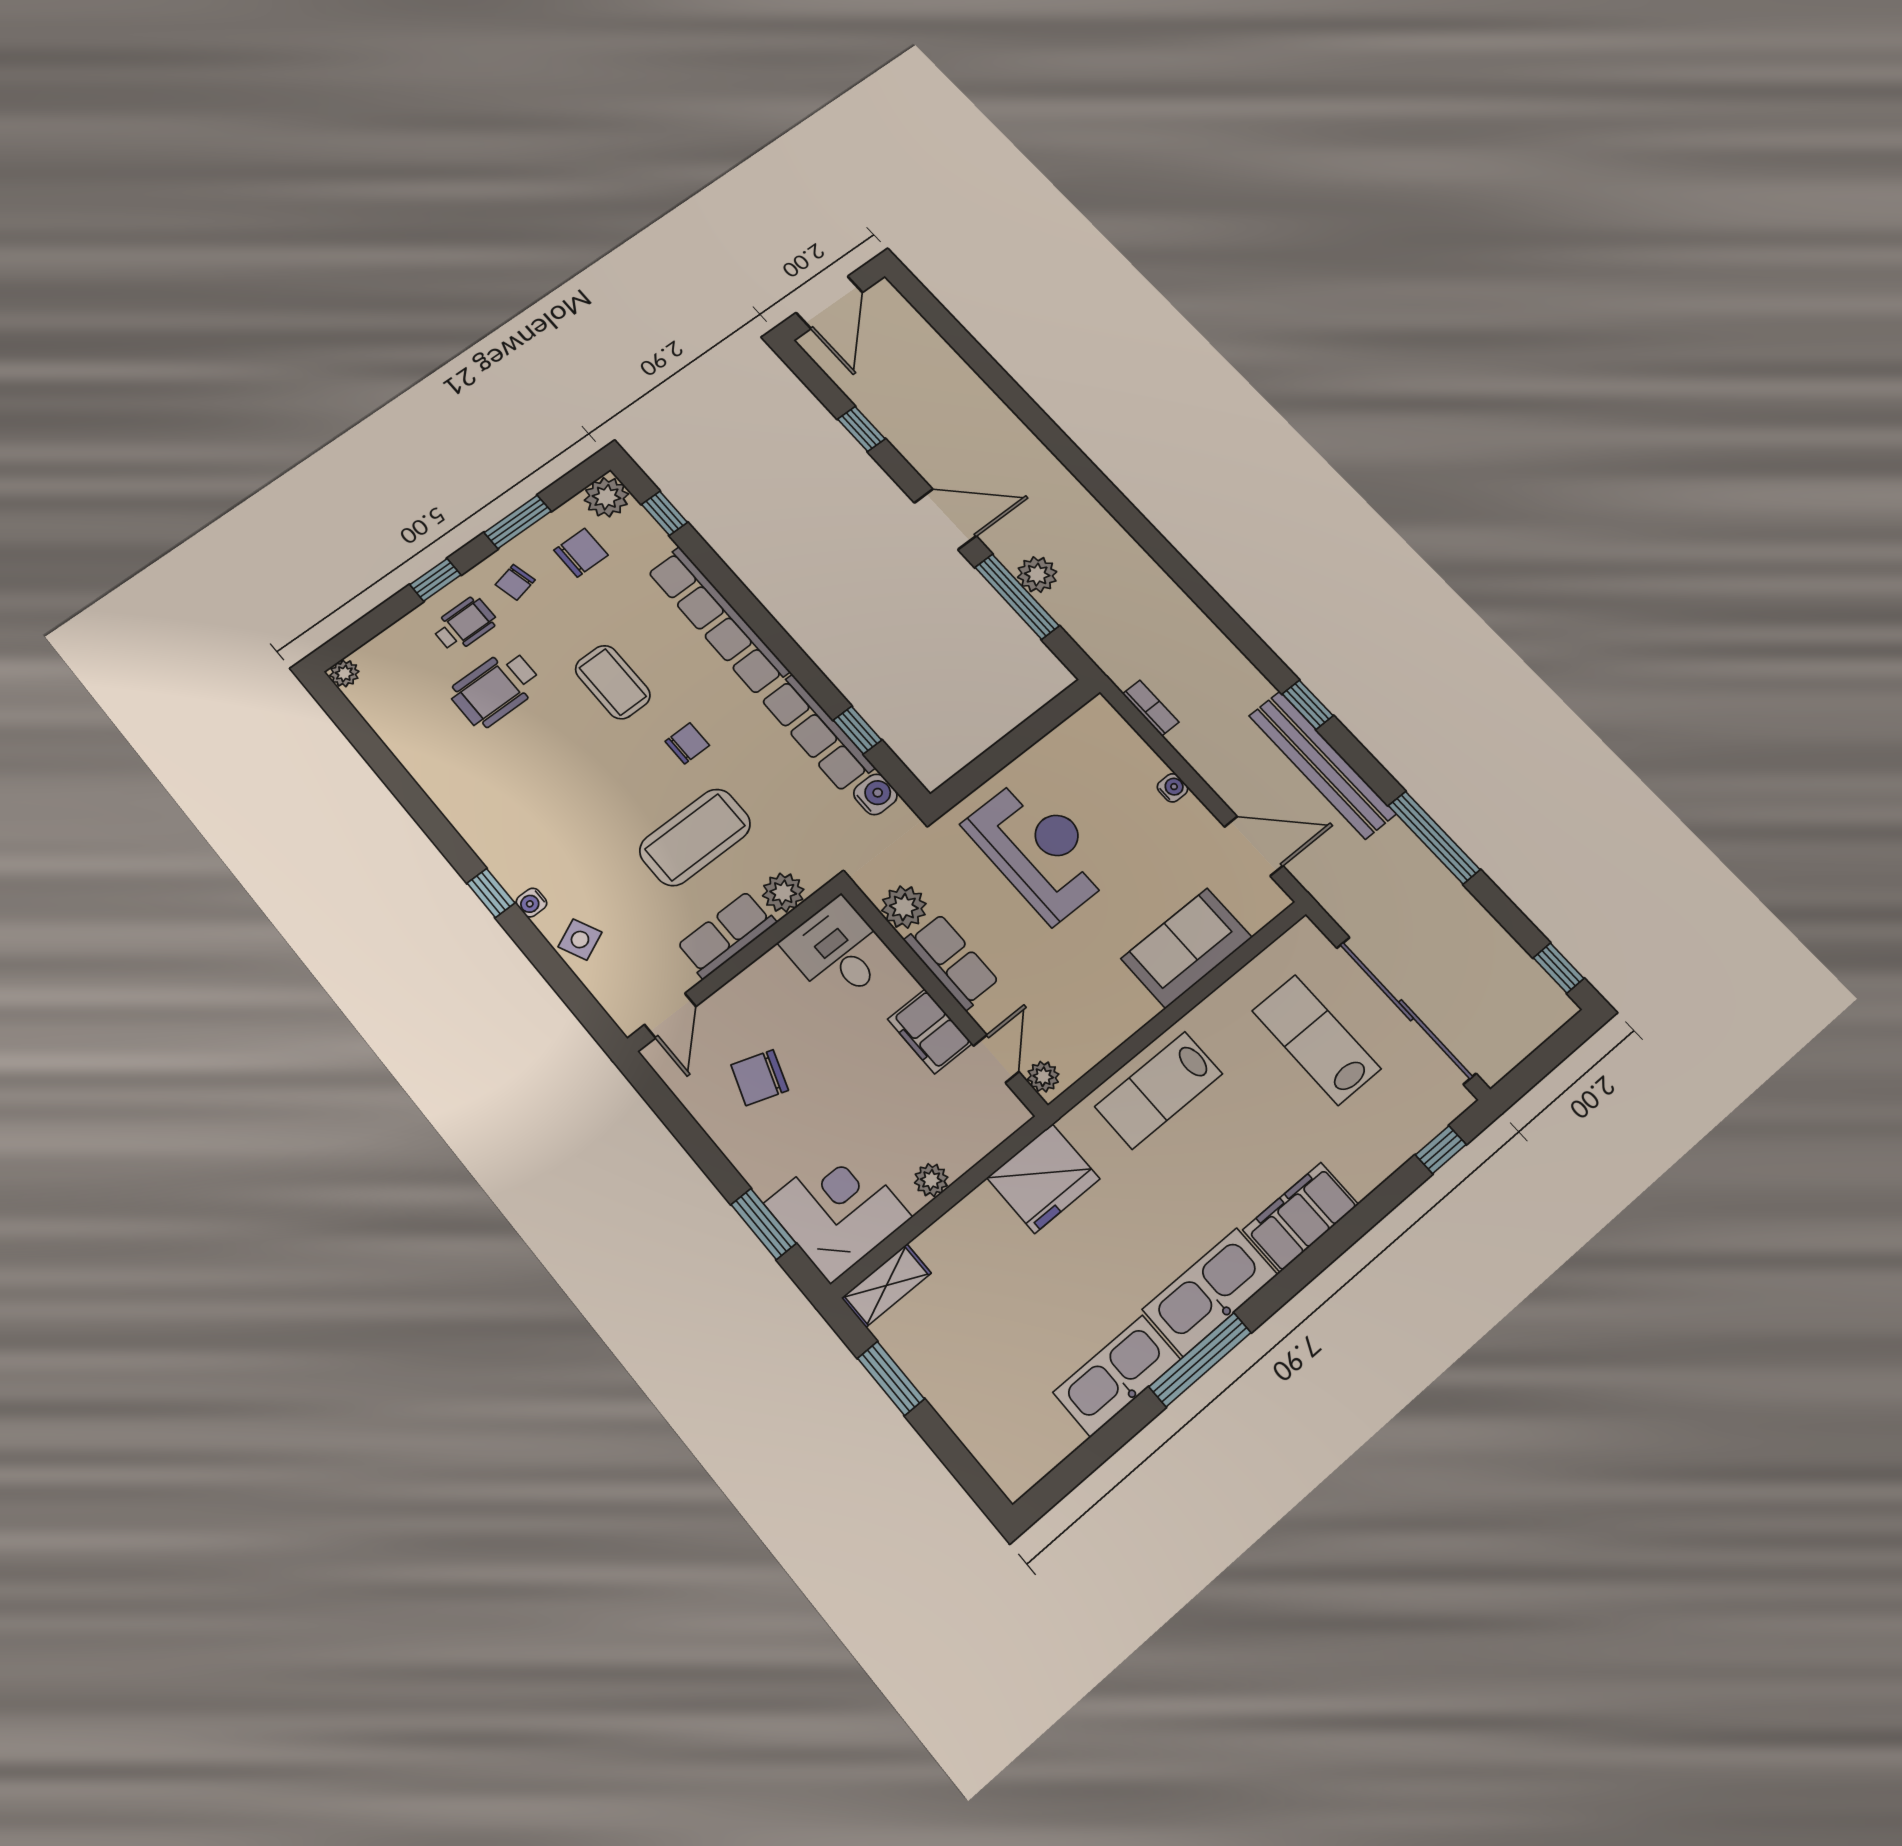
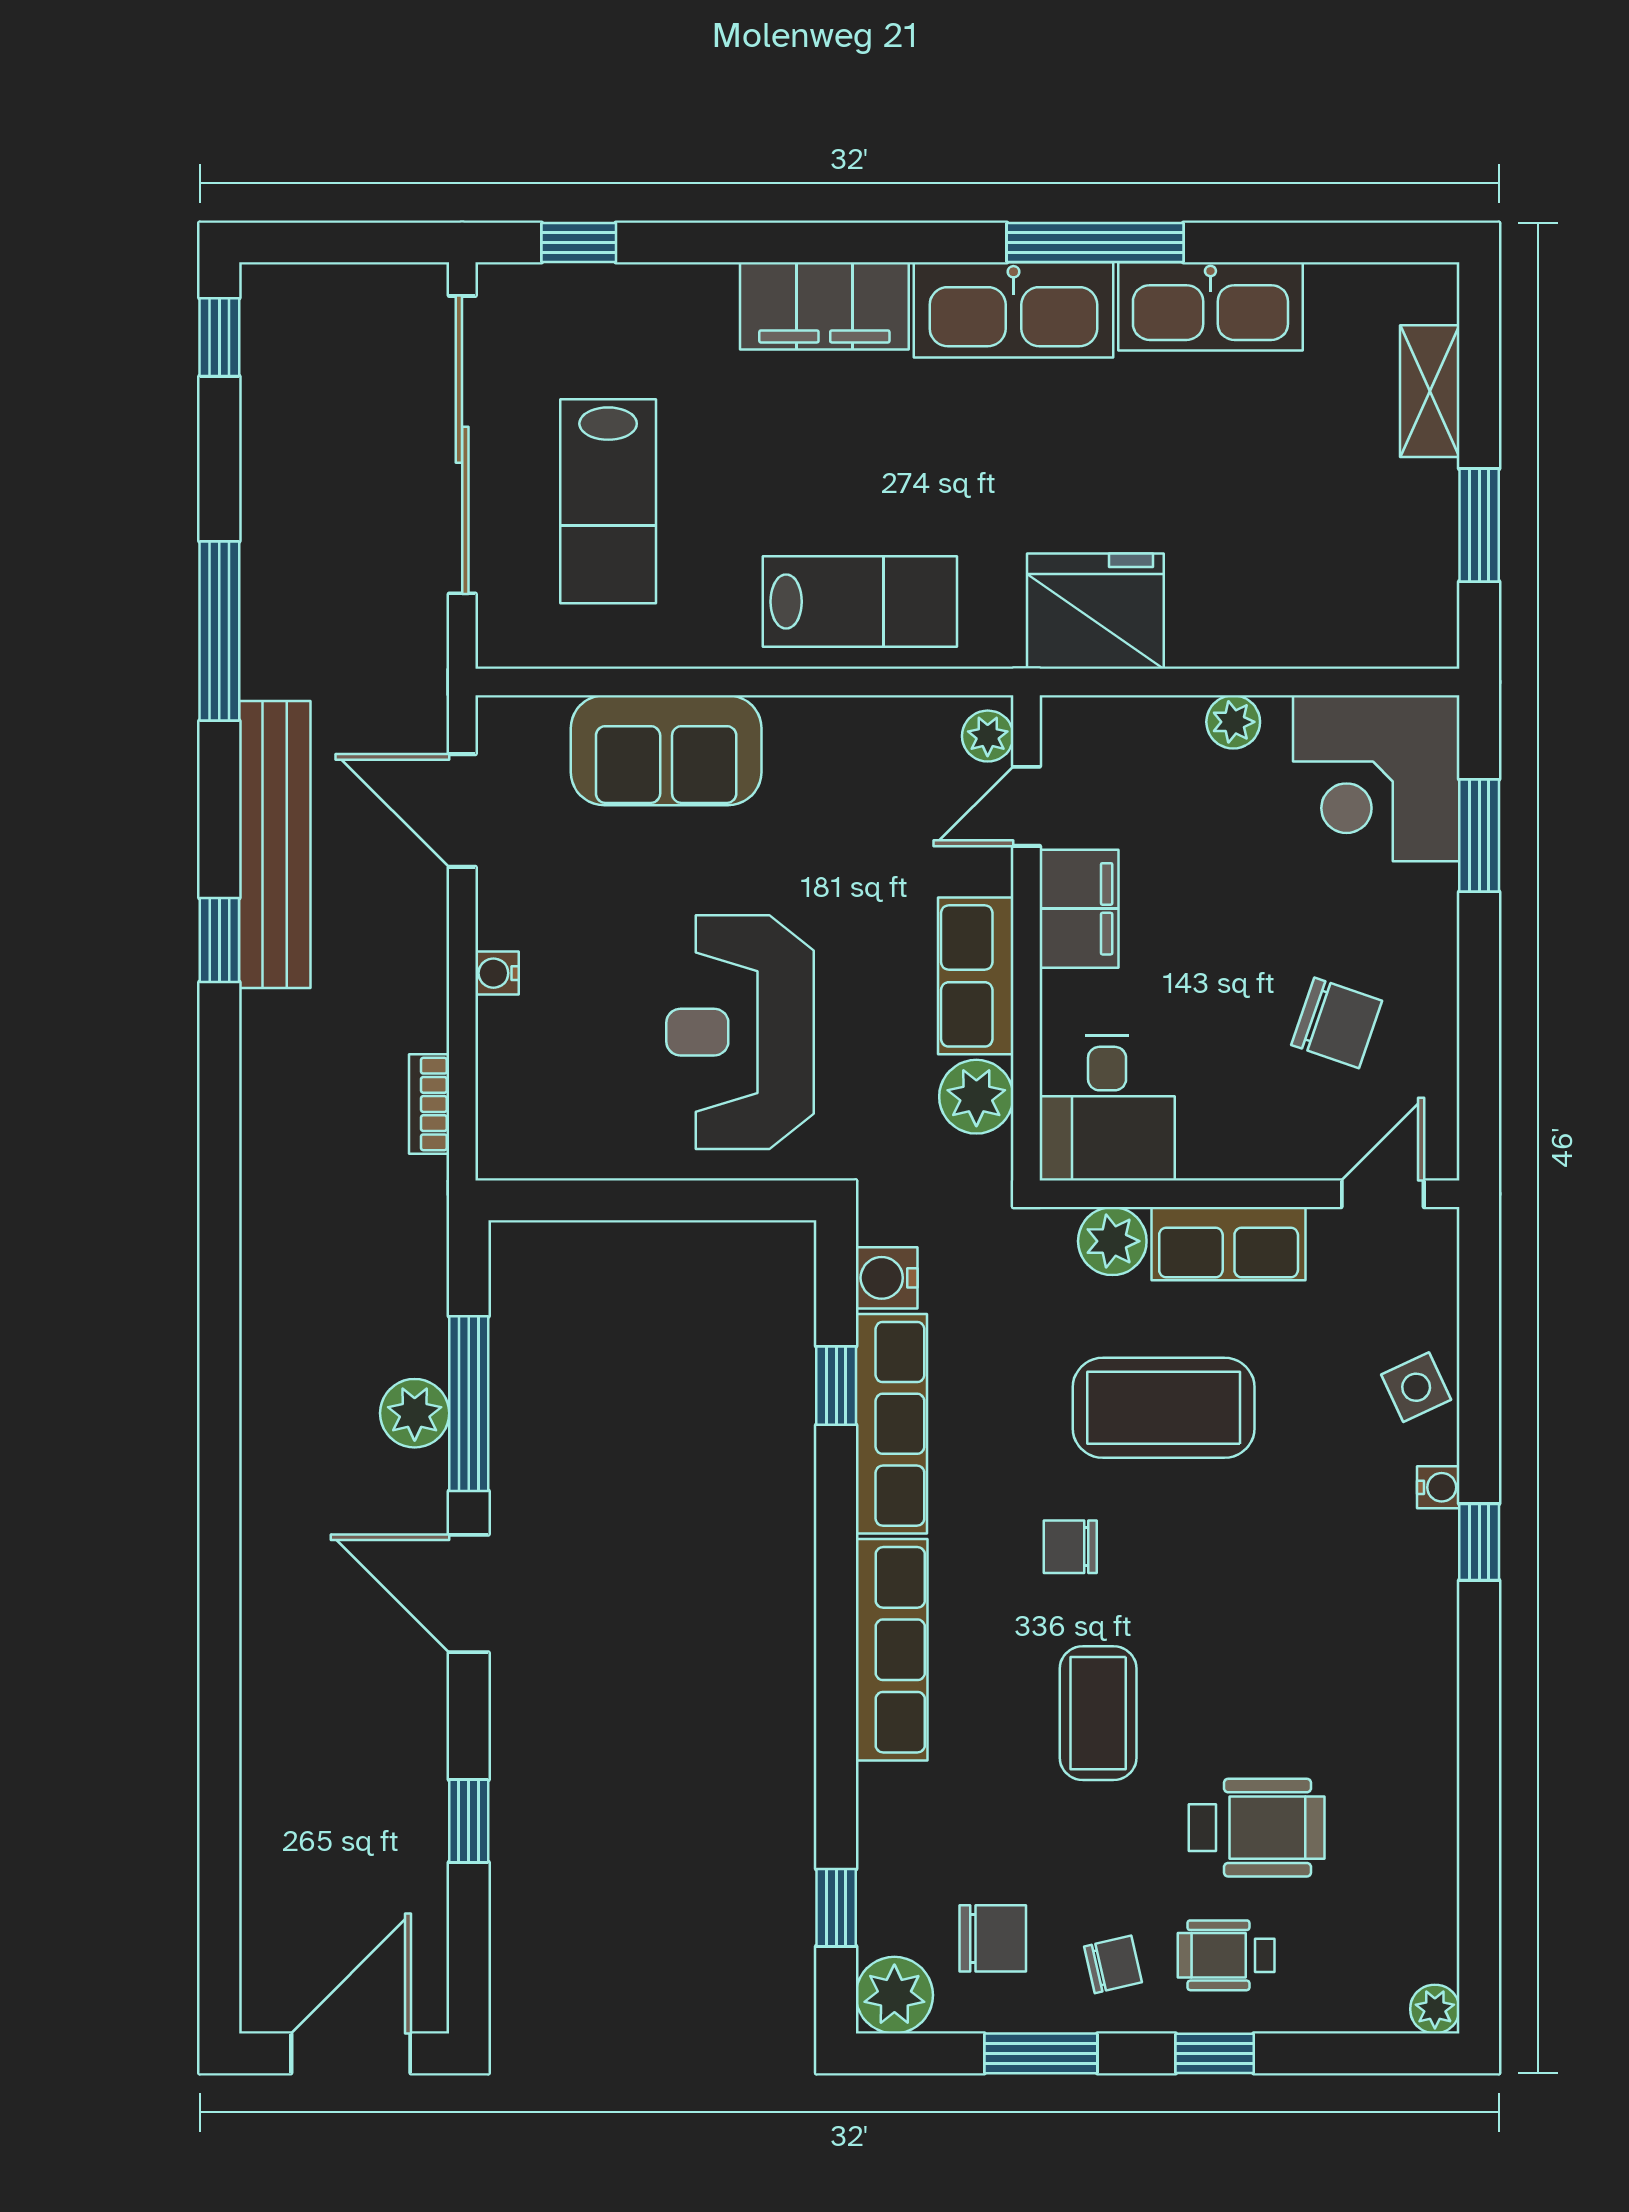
chair: (581, 553) -> (993, 1938), turned 180
row of seats: (718, 621) -> (892, 1650), width x0.73
shelving: (886, 1285) -> (1430, 391), moved, turned 90

